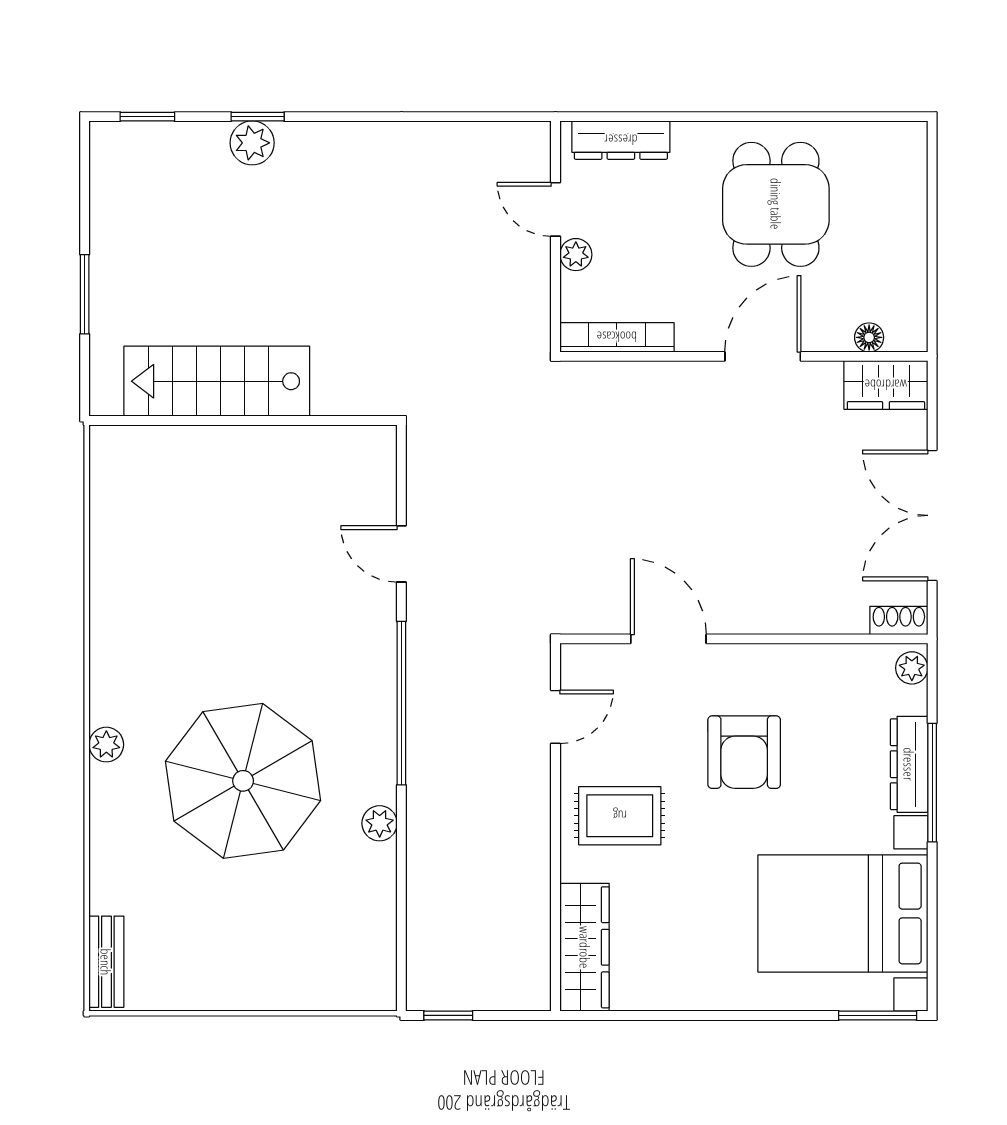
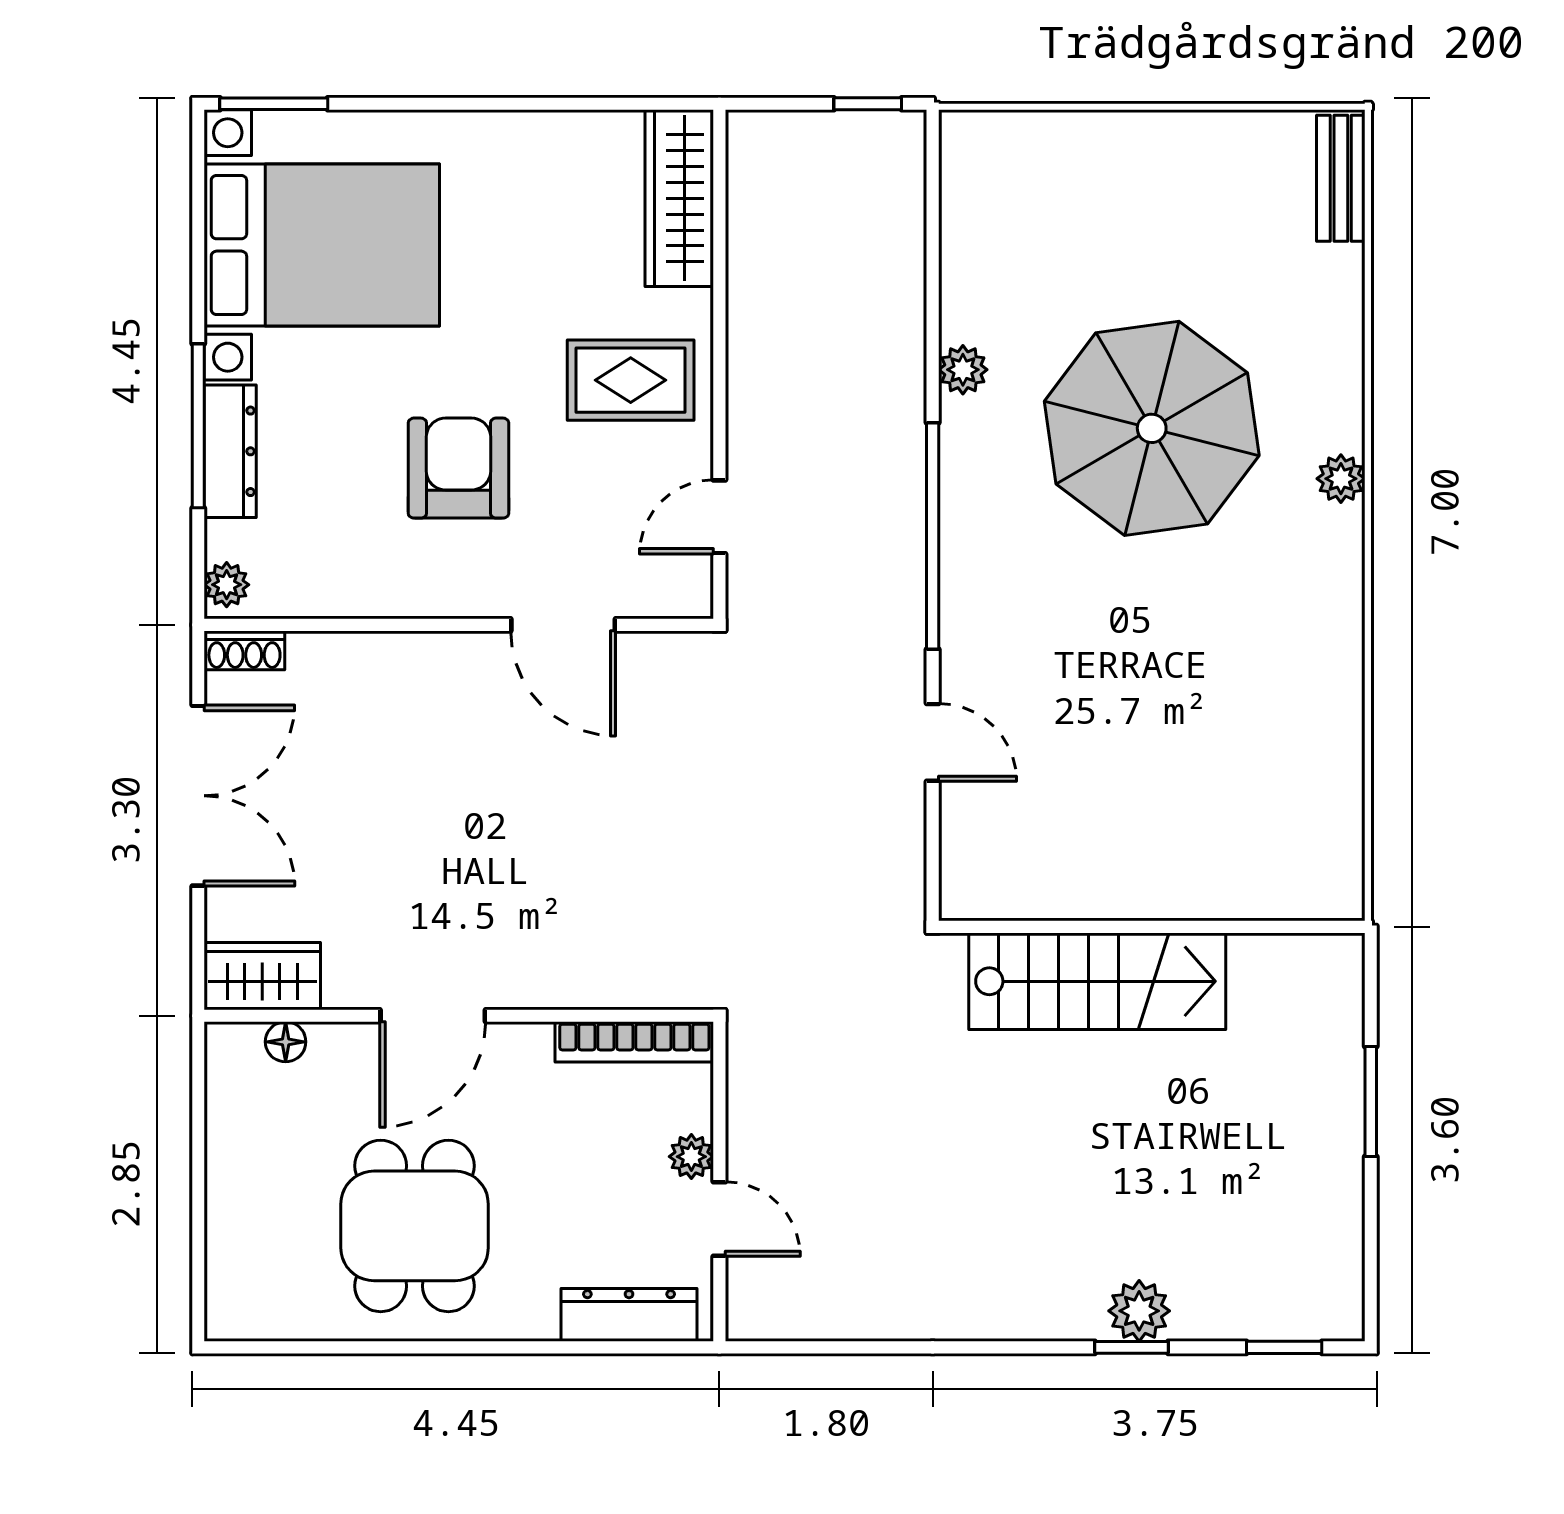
stairs: (217, 381) -> (1097, 981), moved

